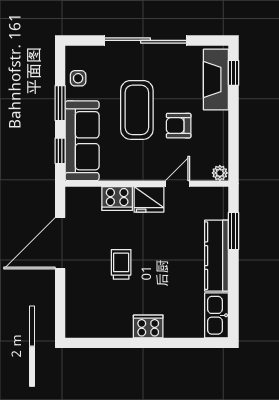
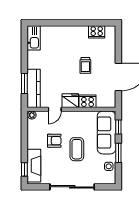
coffee table: (137, 110) -> (77, 149), width x0.73, depth x0.76
kitchen counter: (217, 256) -> (34, 88), moved
cooker: (148, 326) -> (97, 32), moved

